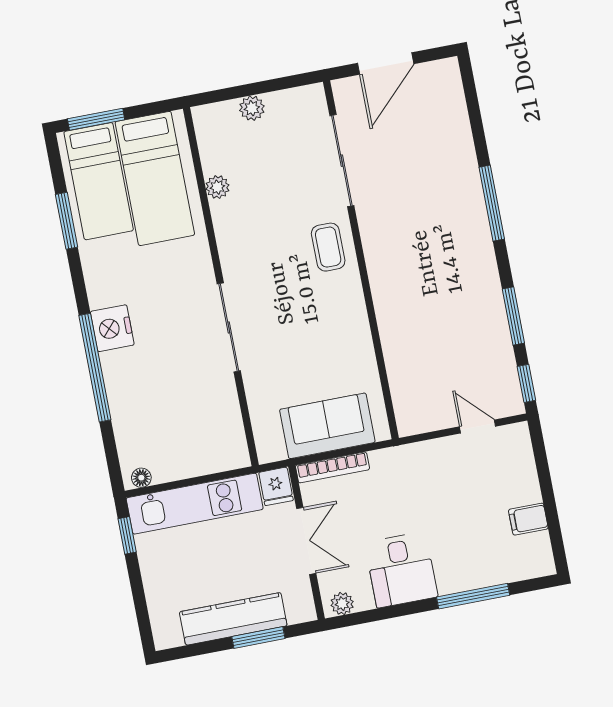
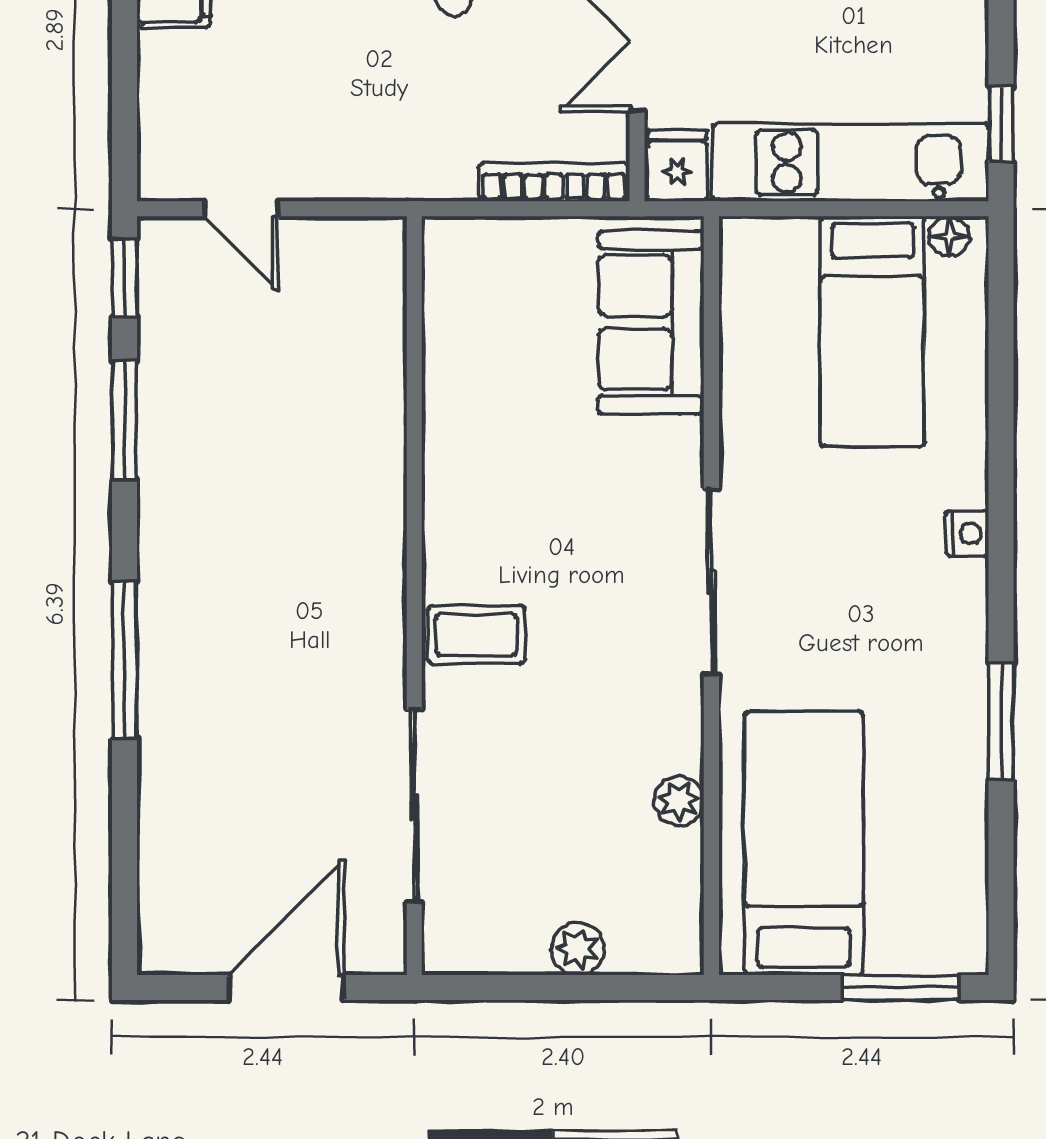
bed: (99, 181) -> (872, 332), moved, turned 180
window: (67, 221) -> (1001, 722), moved
coffee table: (328, 247) -> (476, 635), turned 90
sliding door: (229, 327) -> (711, 582), moved
nightstand: (112, 328) -> (967, 533), width x0.53, depth x0.56
window: (95, 368) -> (1001, 480), removed
sofa: (327, 426) -> (651, 322), moved, turned 90

